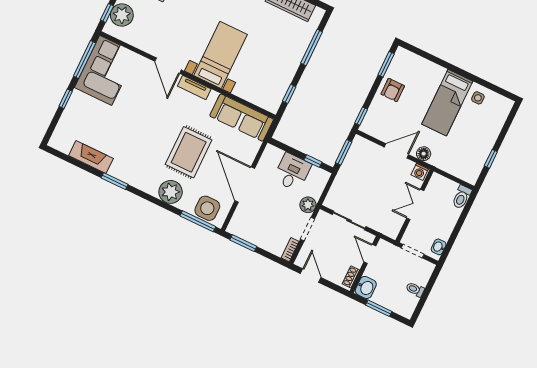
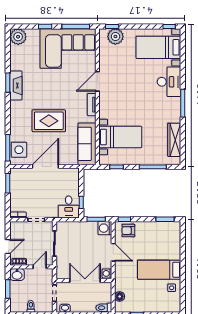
bed with nightstands: (220, 55) -> (120, 137), moved
corner sofa: (106, 70) -> (68, 48), width x1.36, depth x1.36
armchair: (393, 90) -> (128, 231), moved
washing machine: (360, 147) -> (105, 228), added
floor lamp: (424, 154) -> (120, 296), moved
fireplace: (91, 157) -> (16, 85), moved
desk: (292, 172) -> (69, 207), moved, turned 90
plant: (171, 192) -> (18, 37), moved
double door: (415, 204) -> (85, 281), width x1.37
plant: (308, 205) -> (52, 213), removed
door: (311, 276) -> (8, 246), moved

